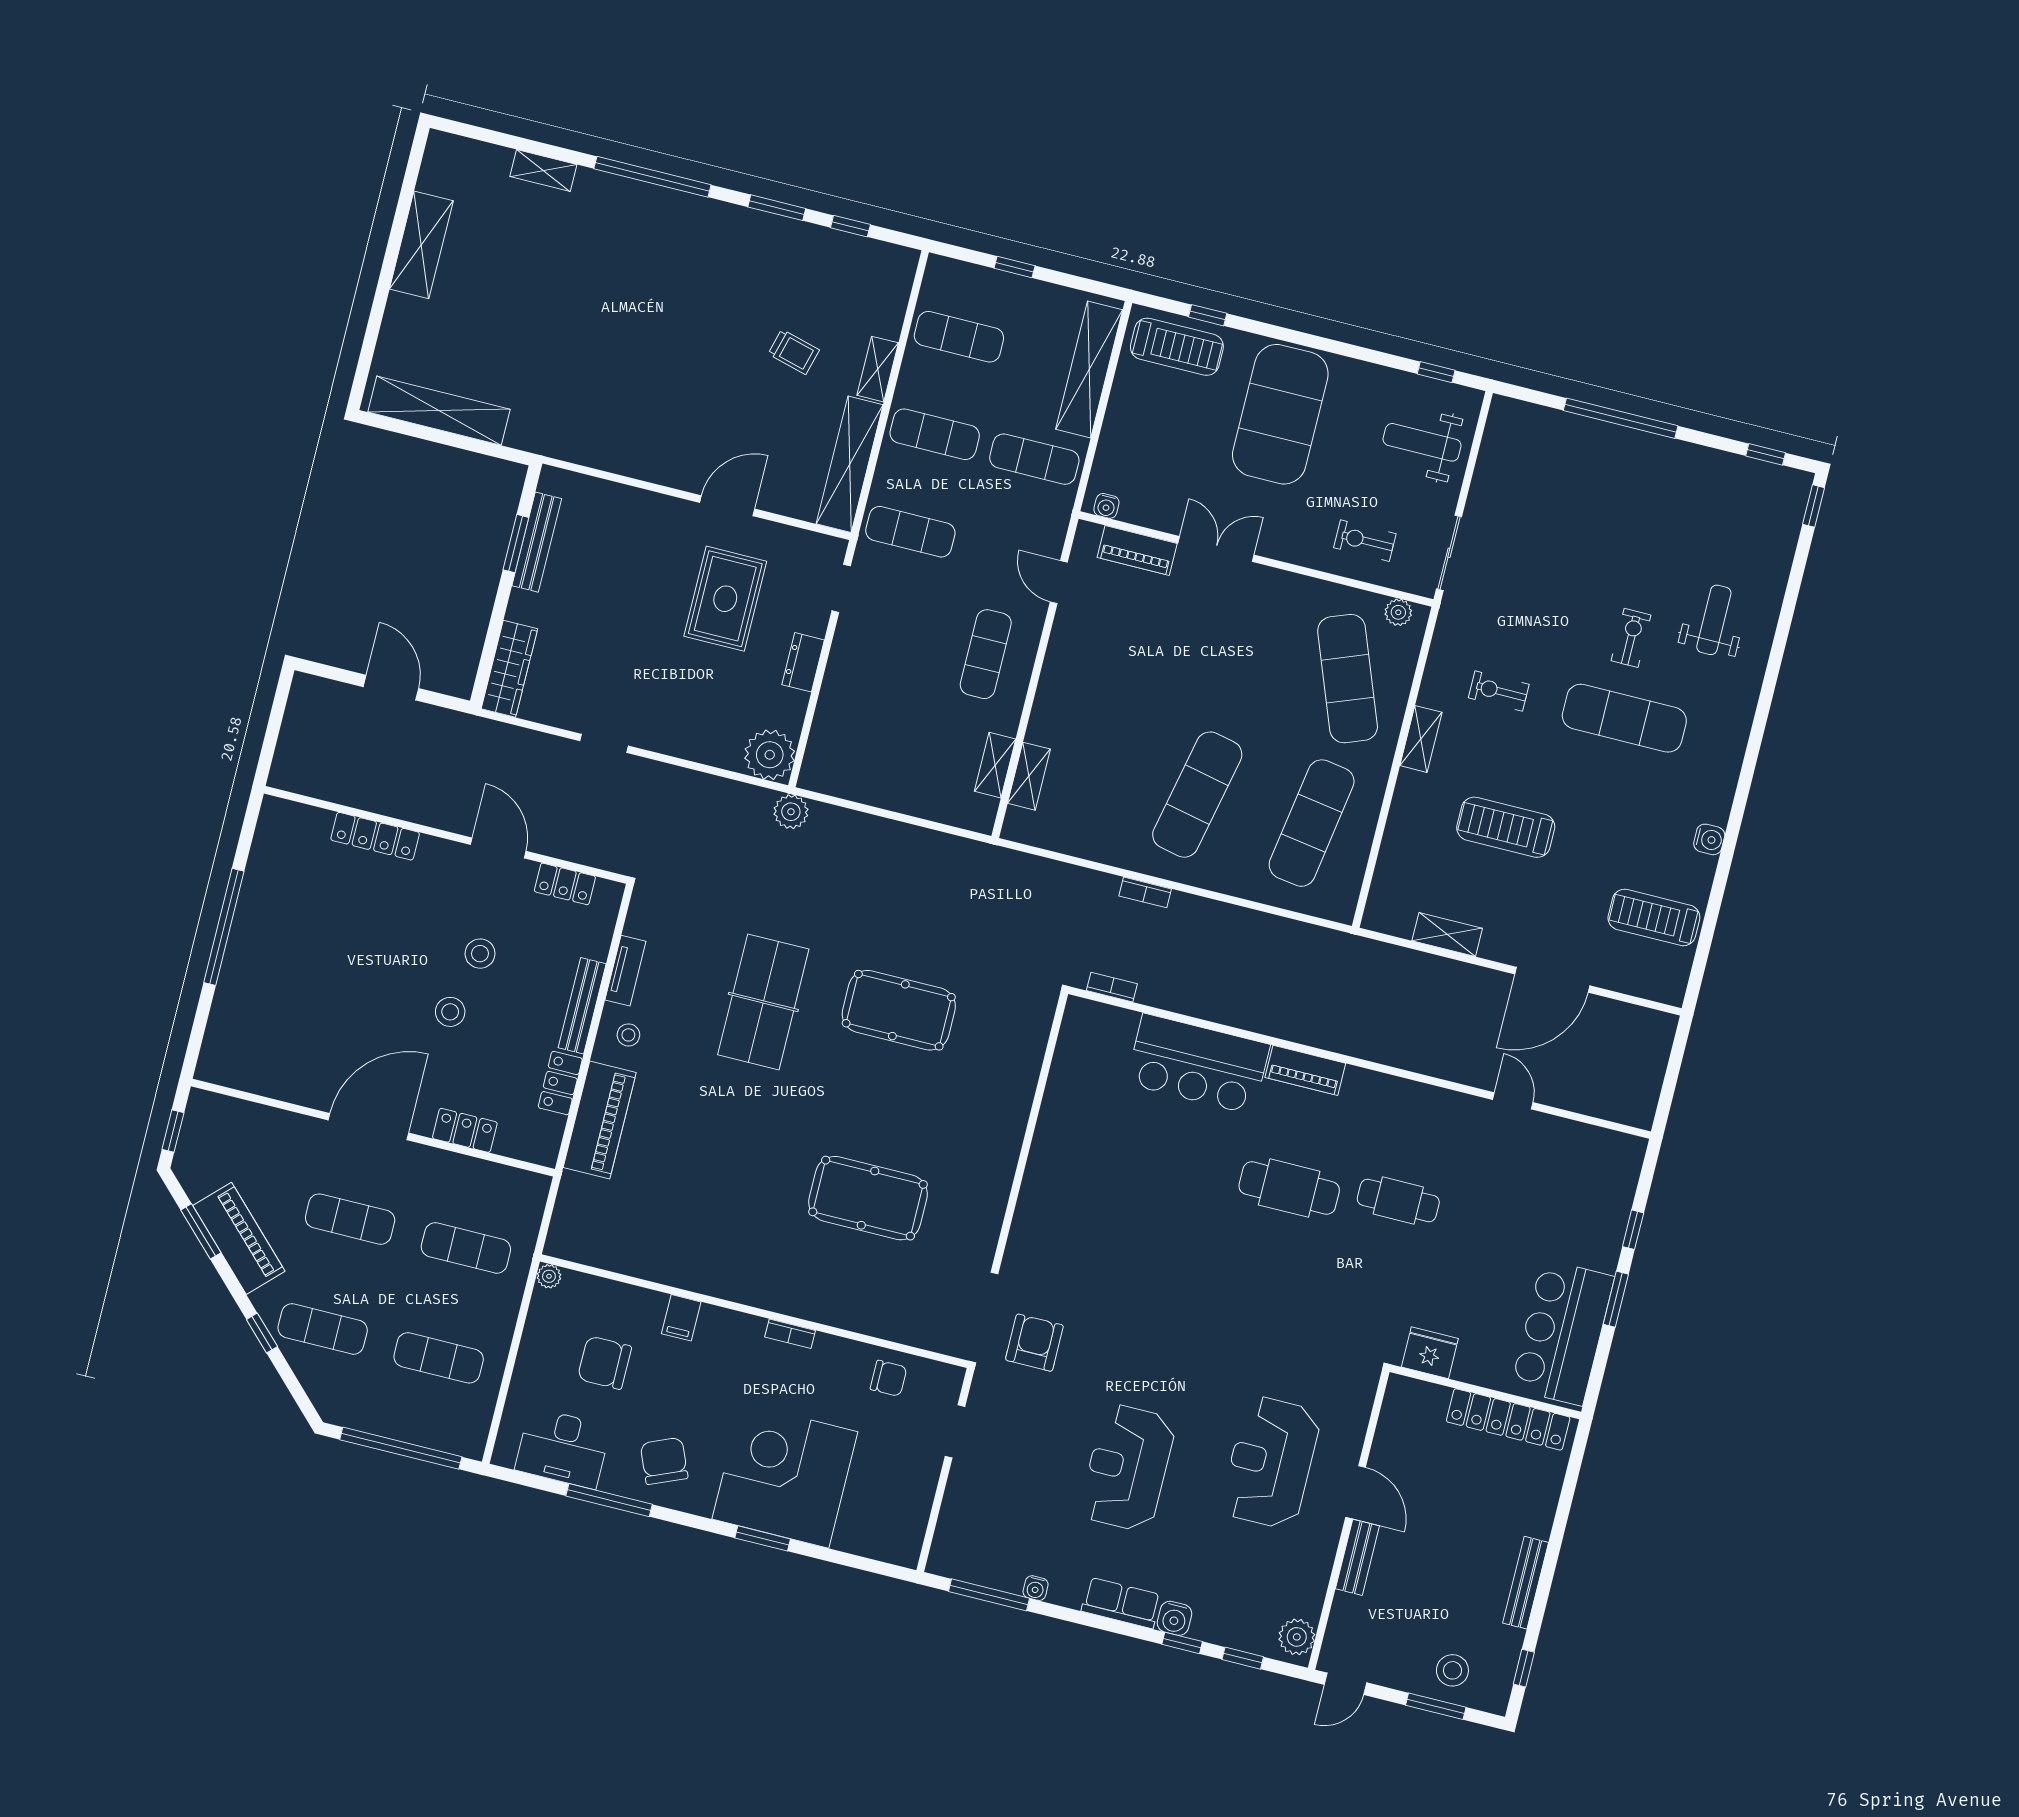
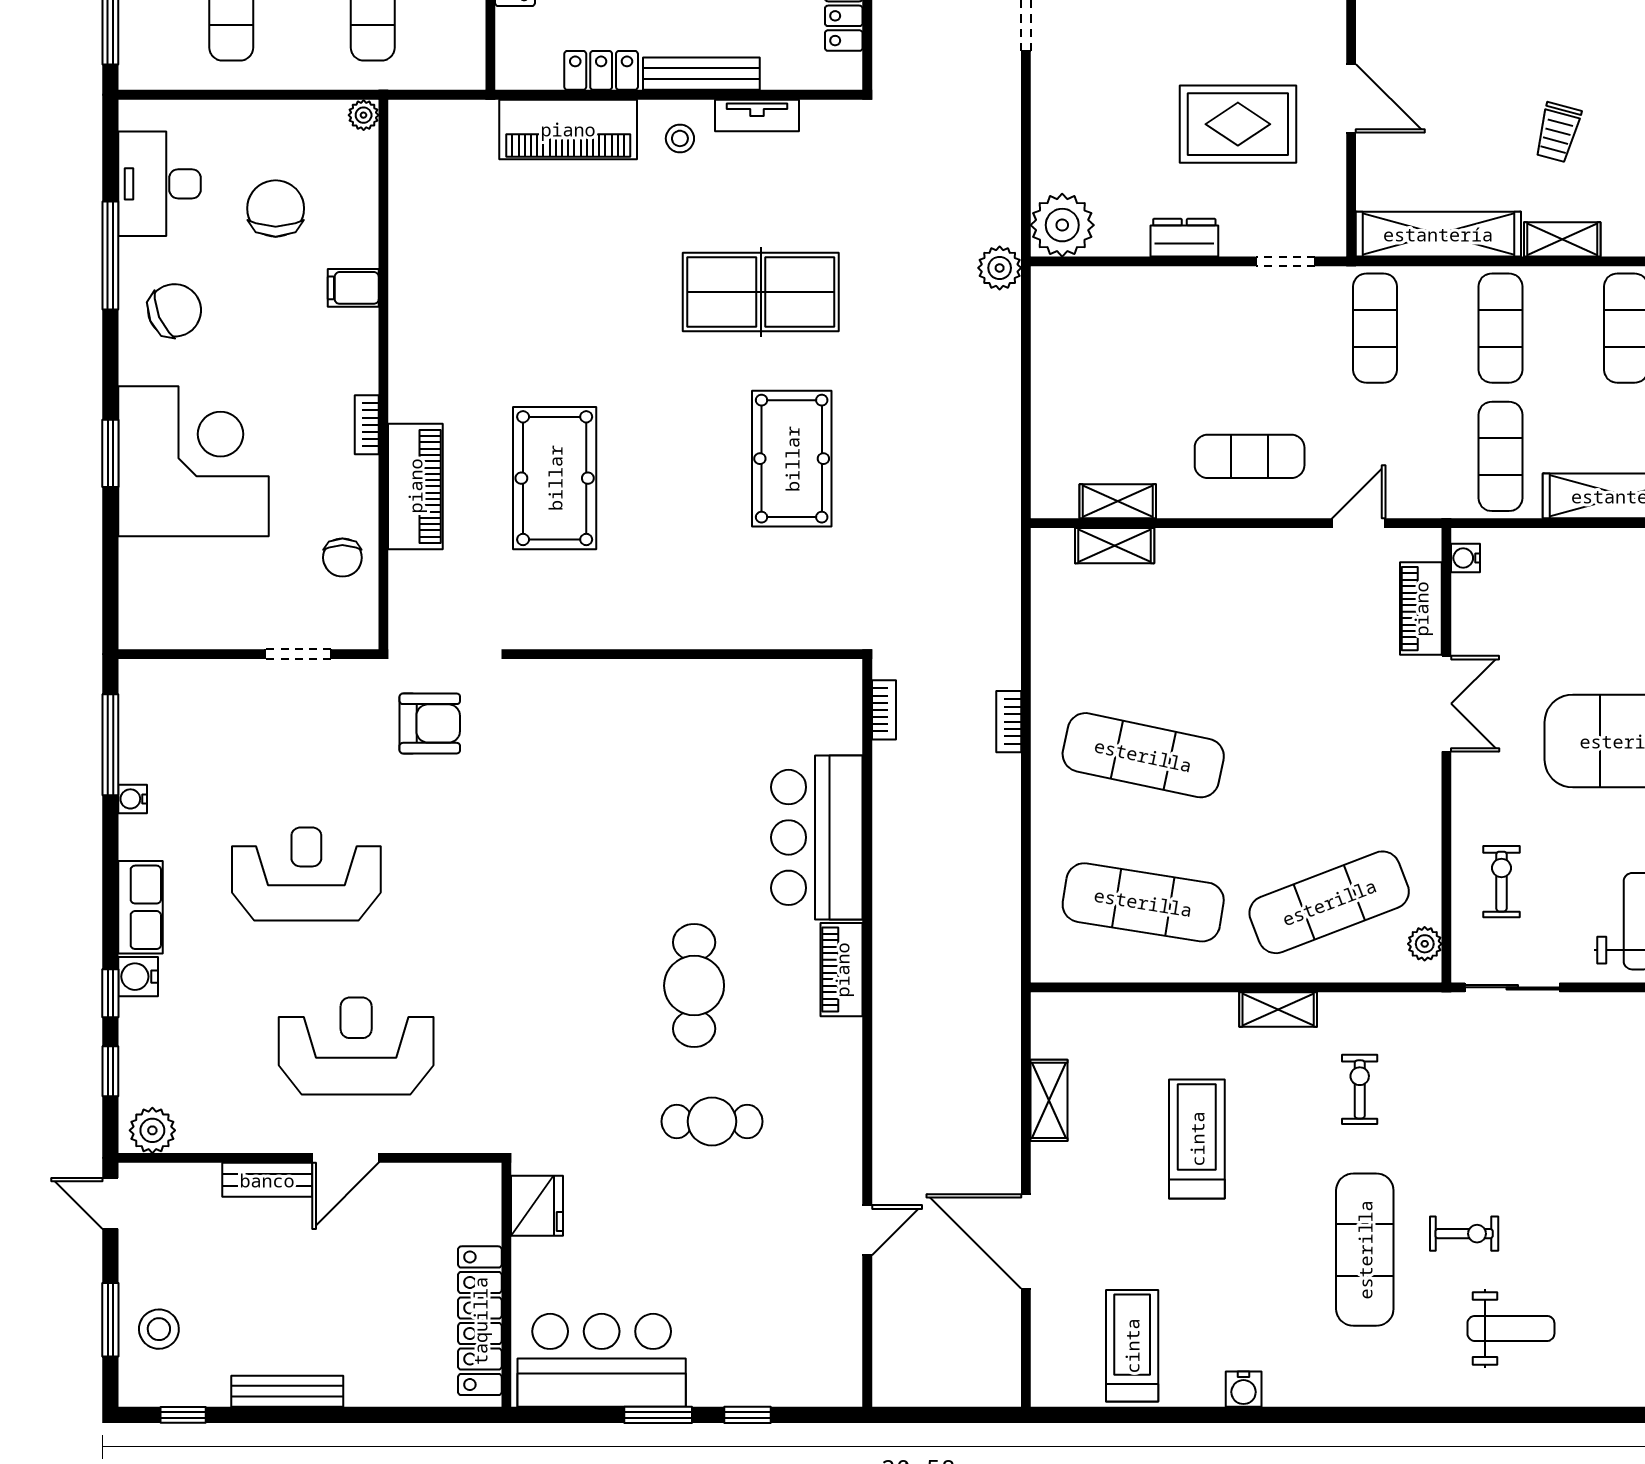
cafe table: (1398, 1200) -> (712, 1121), turned 90
piano: (847, 1308) -> (415, 486), added

